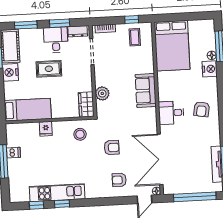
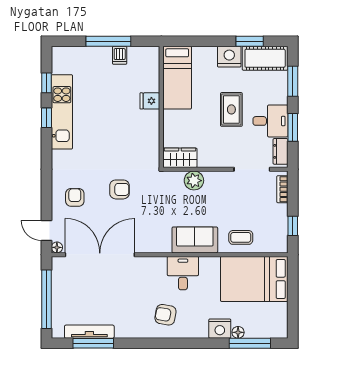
coffee table: (135, 37) -> (241, 237), moved
desk: (171, 113) -> (183, 273), moved
stool: (80, 134) -> (140, 147), removed
armchair: (112, 148) -> (119, 189), turned -90

